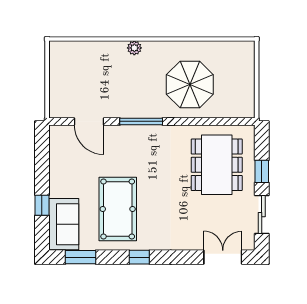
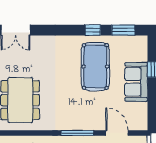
sofa: (64, 224) -> (136, 82), moved
window: (139, 257) -> (93, 30), moved

